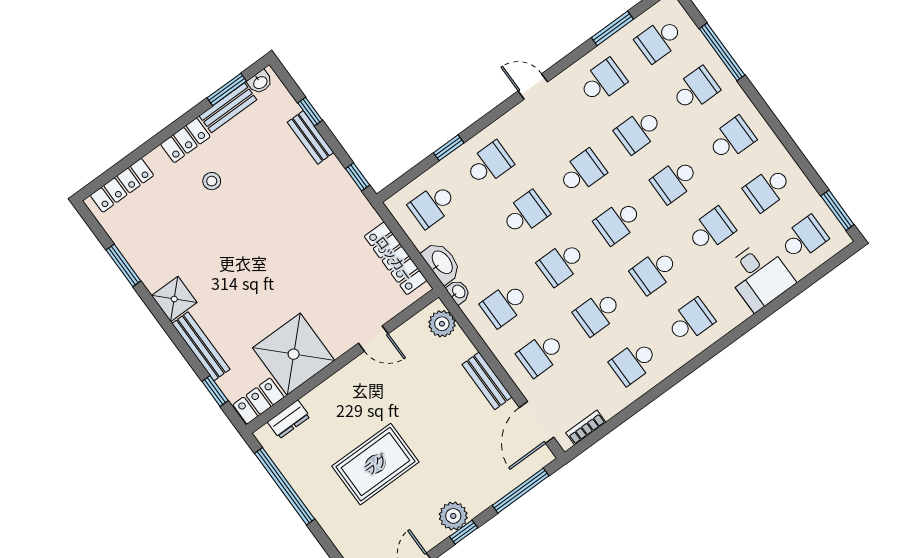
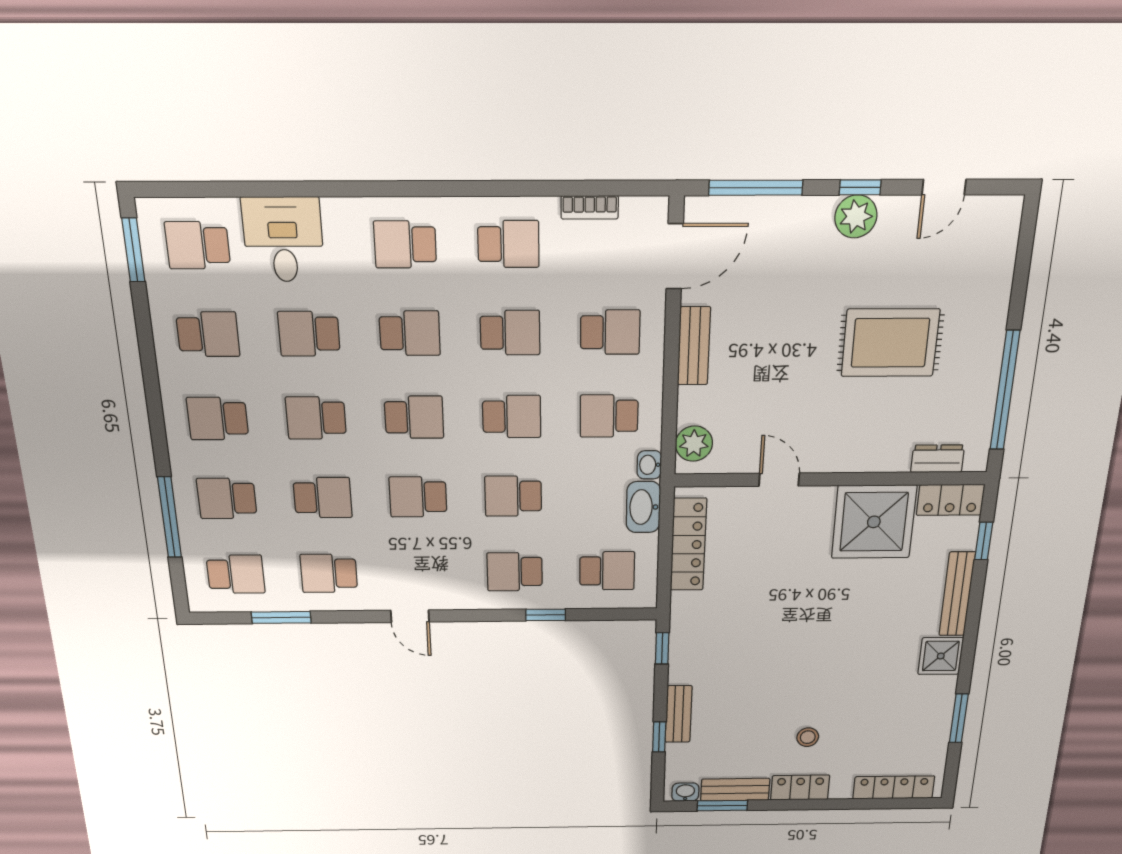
school desk: (675, 180) -> (316, 418), turned 180
school desk: (505, 305) -> (609, 416), turned 180
bookcase: (586, 427) -> (590, 207), moved

